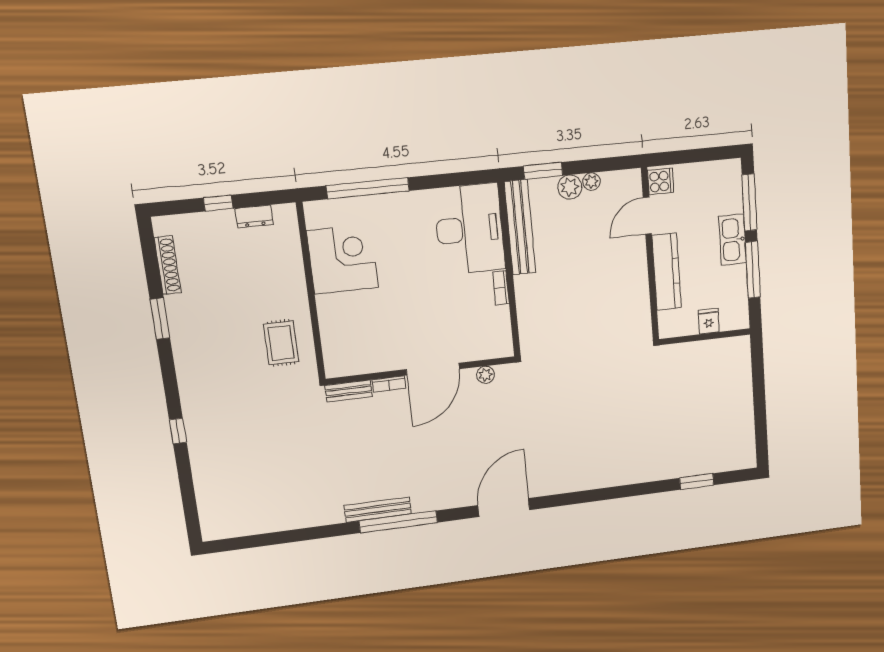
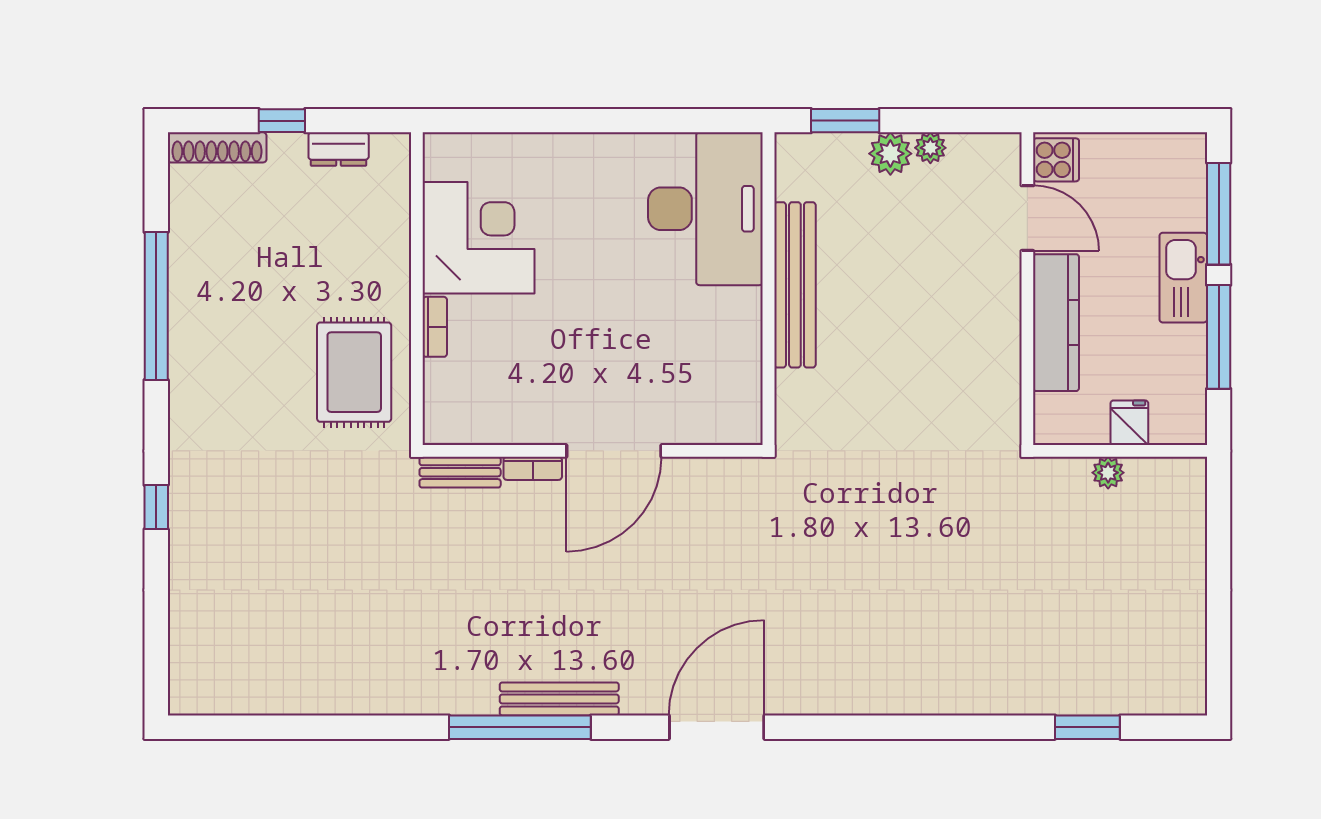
window: (368, 188) -> (537, 121), removed
door: (647, 216) -> (1027, 218), swing flipped
bench: (520, 227) -> (795, 285), moved
shoe rack: (168, 265) -> (217, 147), moved, turned 90
bookcase: (501, 288) -> (435, 327), moved, turned 180
window: (160, 319) -> (156, 306), width x2.11
rug: (281, 343) -> (354, 372), width x1.36, depth x1.43
plant: (485, 375) -> (1108, 473), moved
bench: (378, 510) -> (559, 699), moved

